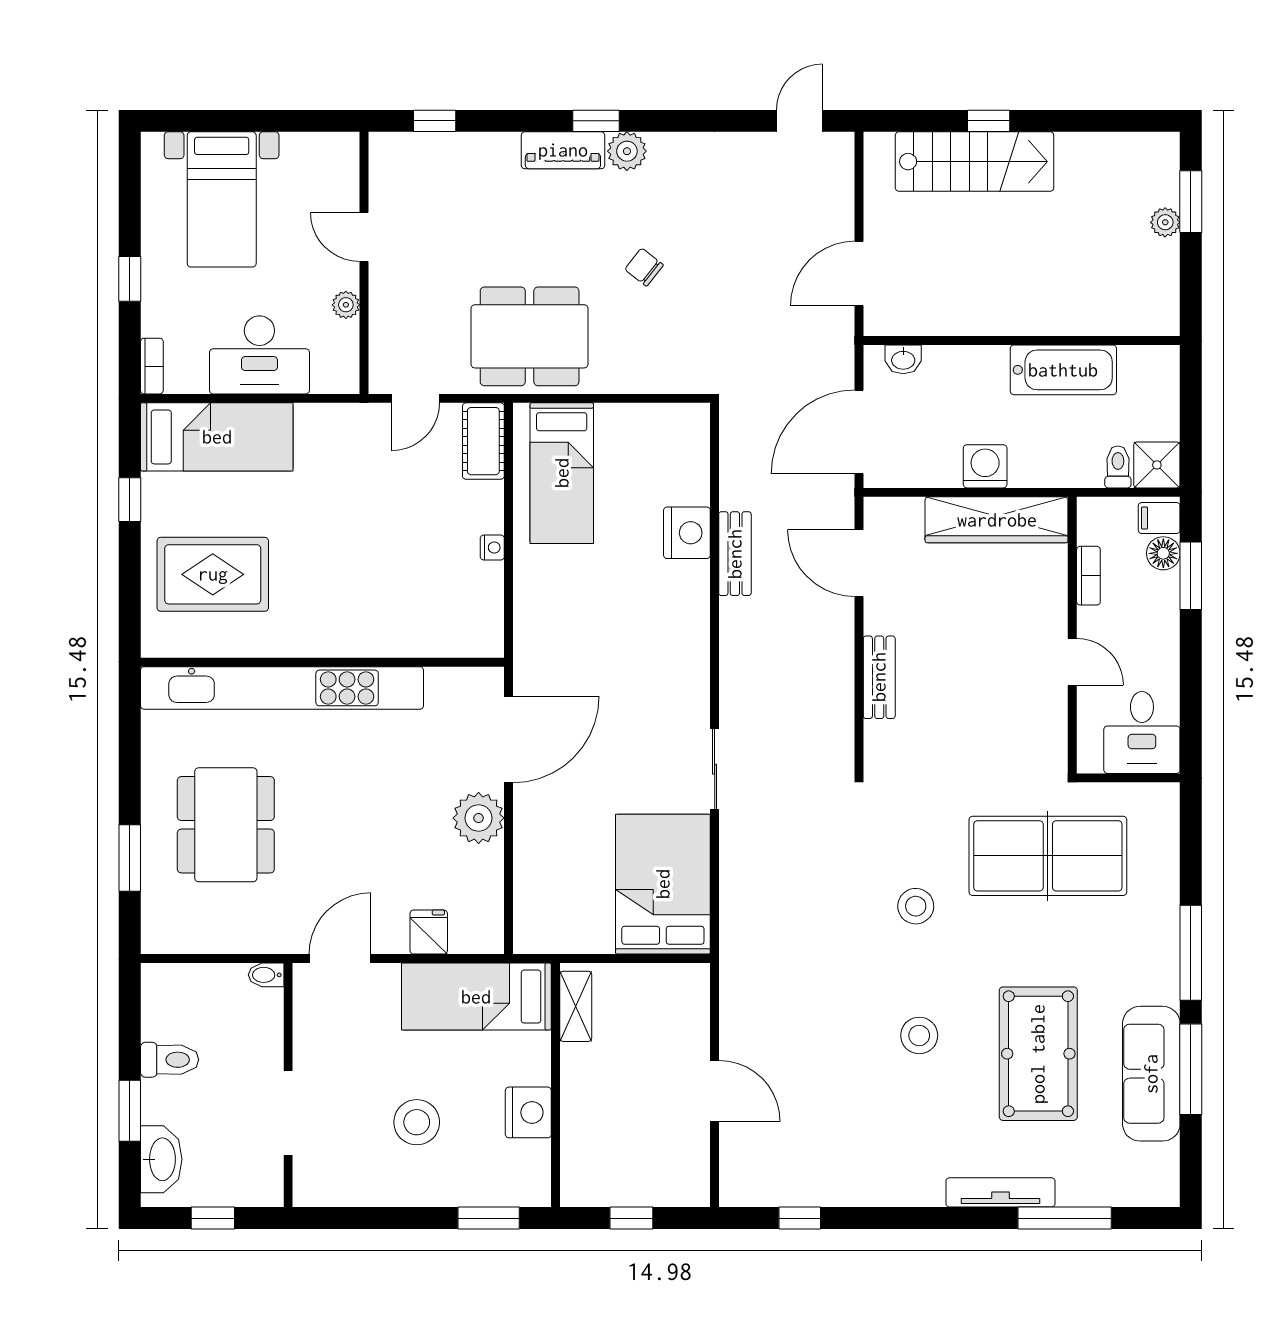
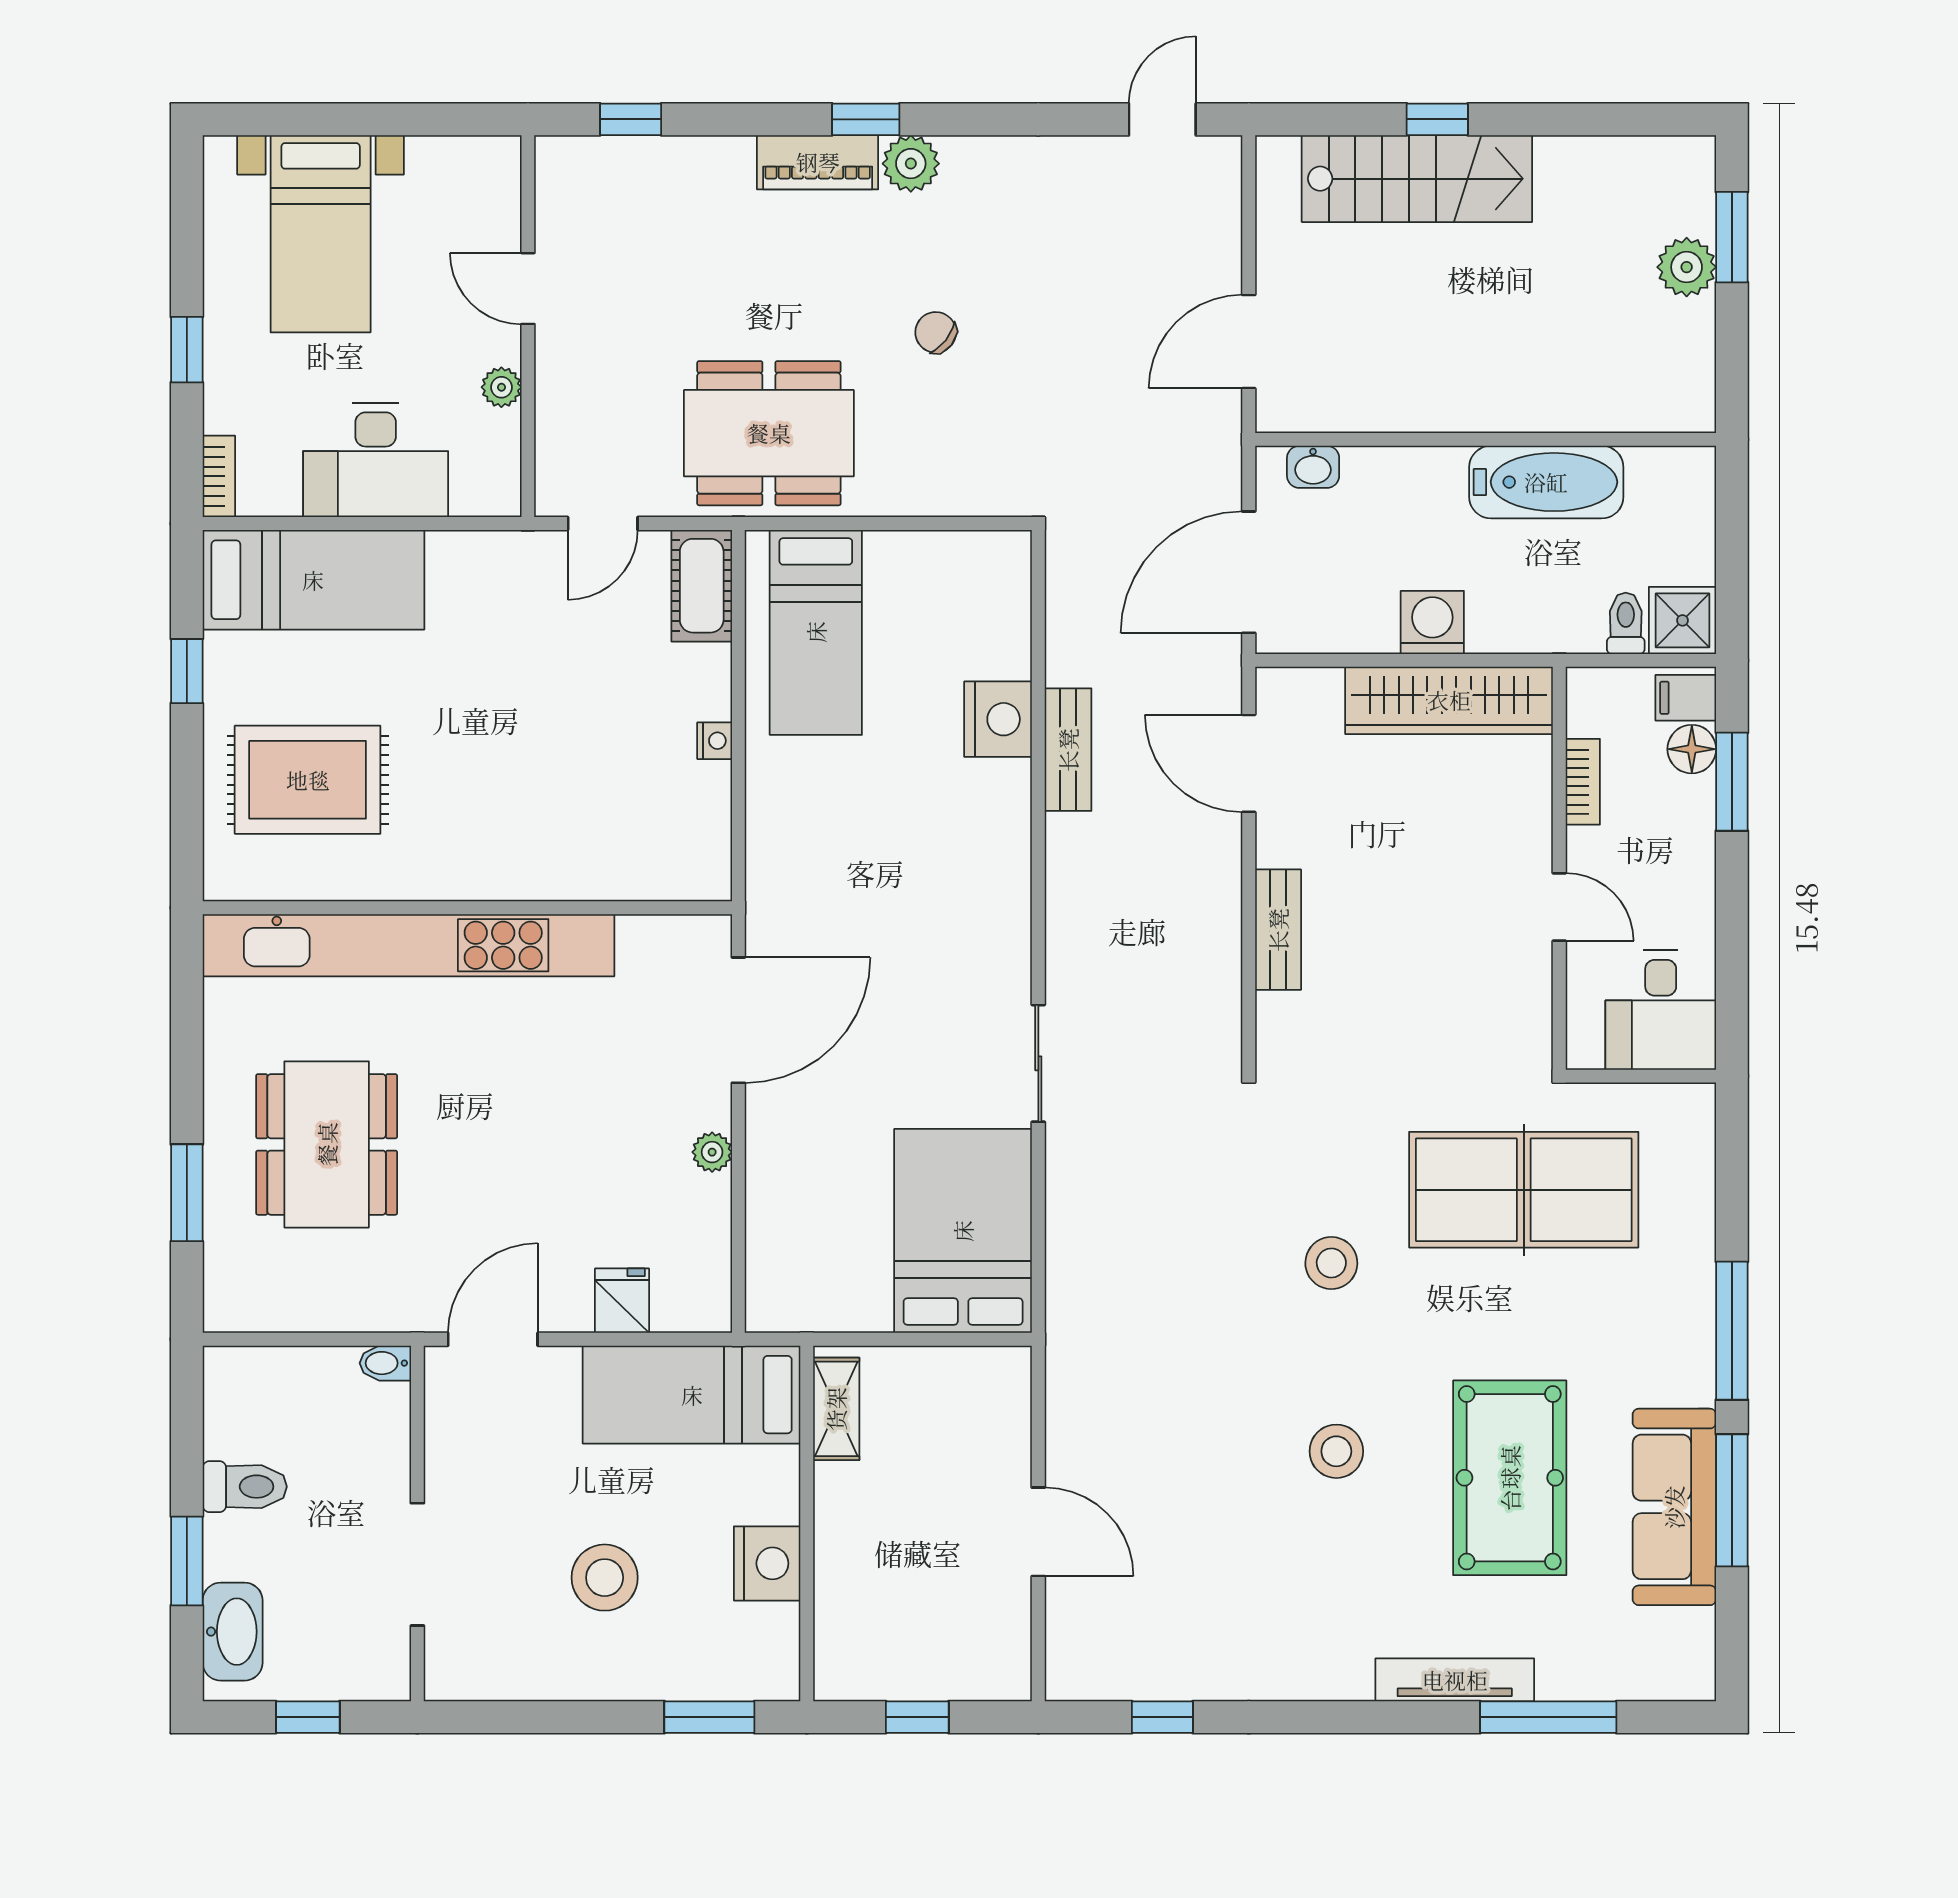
plant: (1165, 222) -> (1687, 267), width x1.38, depth x1.38
plant: (479, 818) -> (712, 1152), width x0.53, depth x0.53

